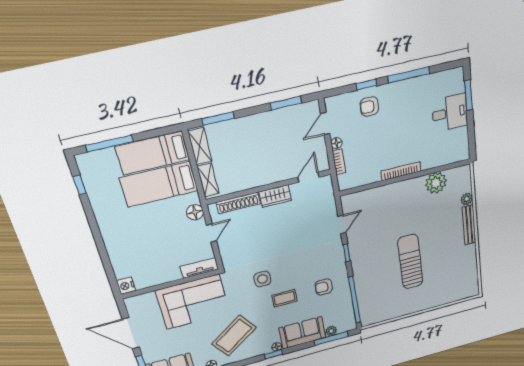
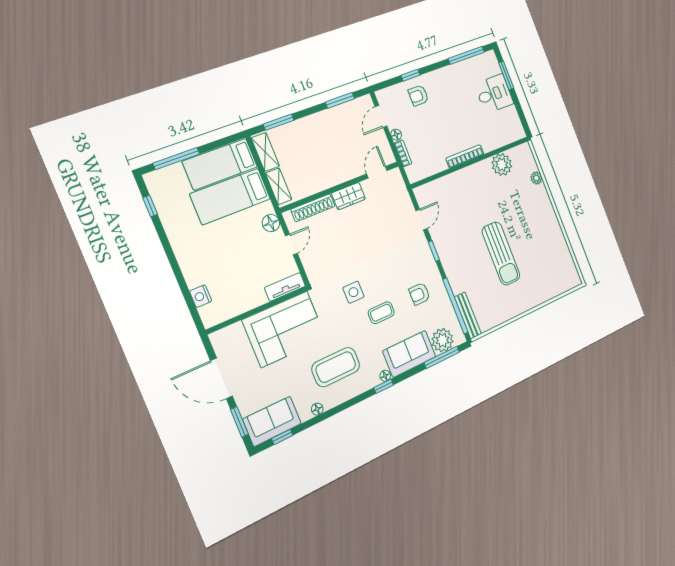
window: (409, 75) -> (466, 55), moved
bench: (469, 225) -> (468, 315), moved
sun lounger: (410, 262) -> (501, 254), turned 180
nightstand: (126, 286) -> (201, 296), moved
plant: (331, 331) -> (442, 340), width x1.88, depth x1.88
coffee table: (234, 336) -> (336, 367), turned 35

